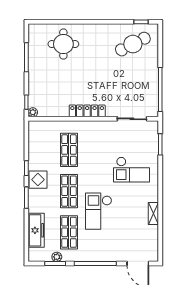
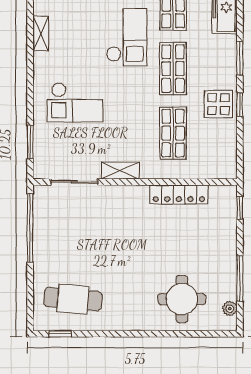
cafe table: (133, 44) -> (73, 299), turned 32
locker: (87, 111) -> (179, 194), moved
plant: (33, 112) -> (230, 309), moved
shelving: (103, 126) -> (120, 171), added
checkout: (132, 170) -> (75, 102), turned 180
display table: (38, 180) -> (218, 104), moved

